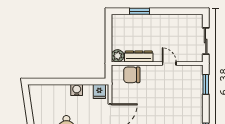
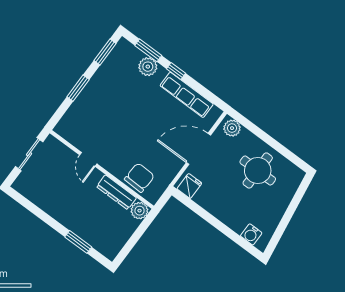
chair: (132, 75) -> (139, 178), turned -88
window: (206, 84) -> (78, 88), moved
water cooler: (77, 90) -> (251, 234), moved

